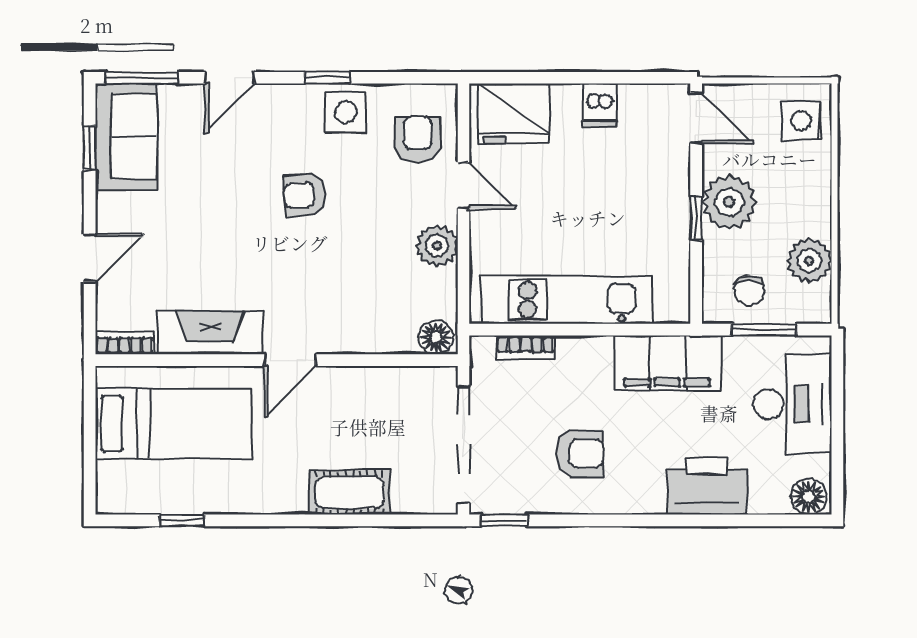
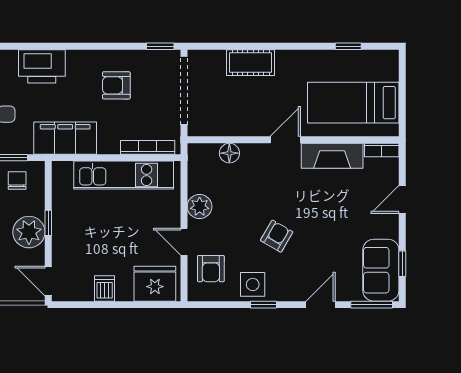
armchair: (305, 195) -> (277, 236), turned -56
floor lamp: (436, 337) -> (229, 153), moved
bookcase: (526, 347) -> (148, 147), width x1.56

